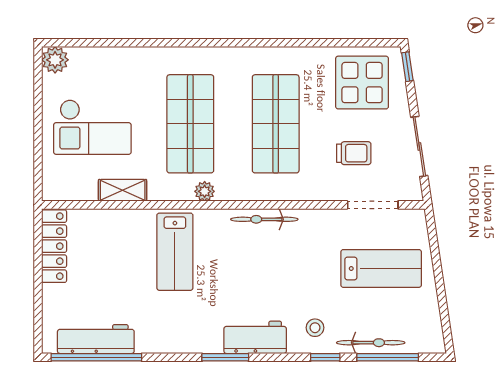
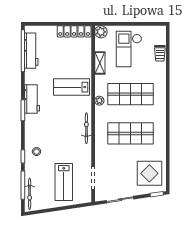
plant: (55, 60) -> (101, 32), moved
trolley: (354, 153) -> (160, 53), moved
workbench: (255, 337) -> (32, 99), moved
bicycle: (371, 343) -> (30, 194), moved

